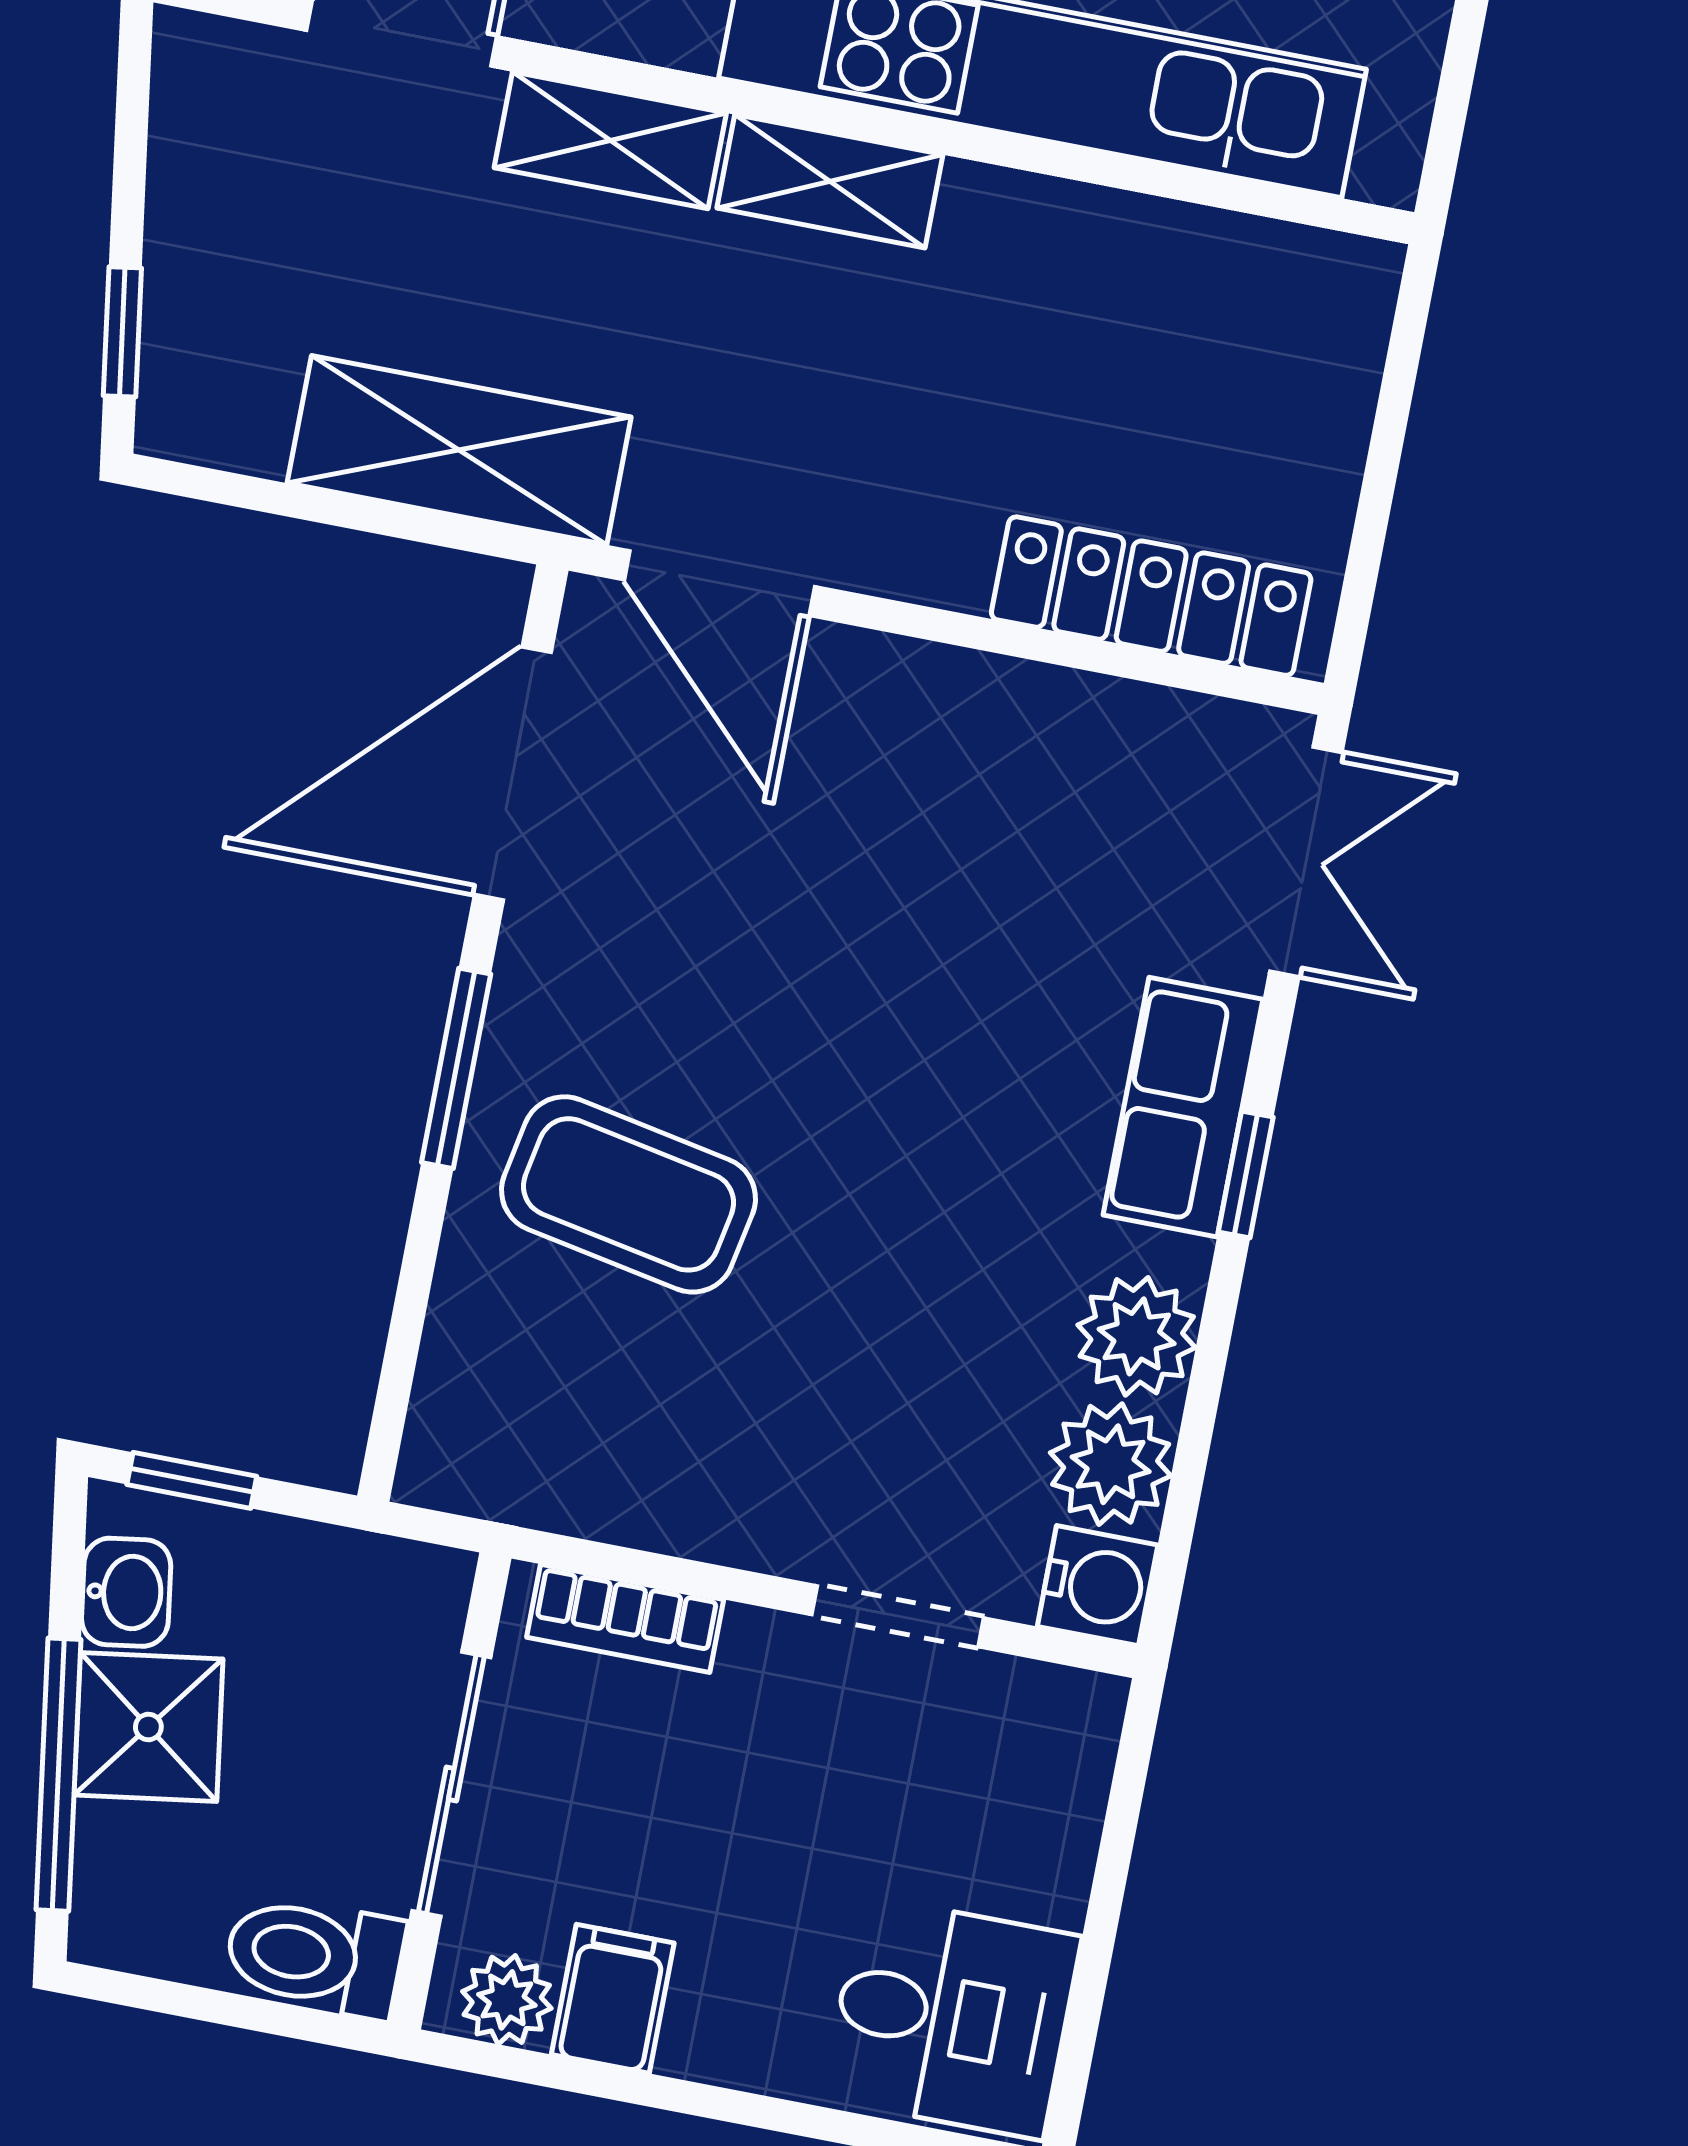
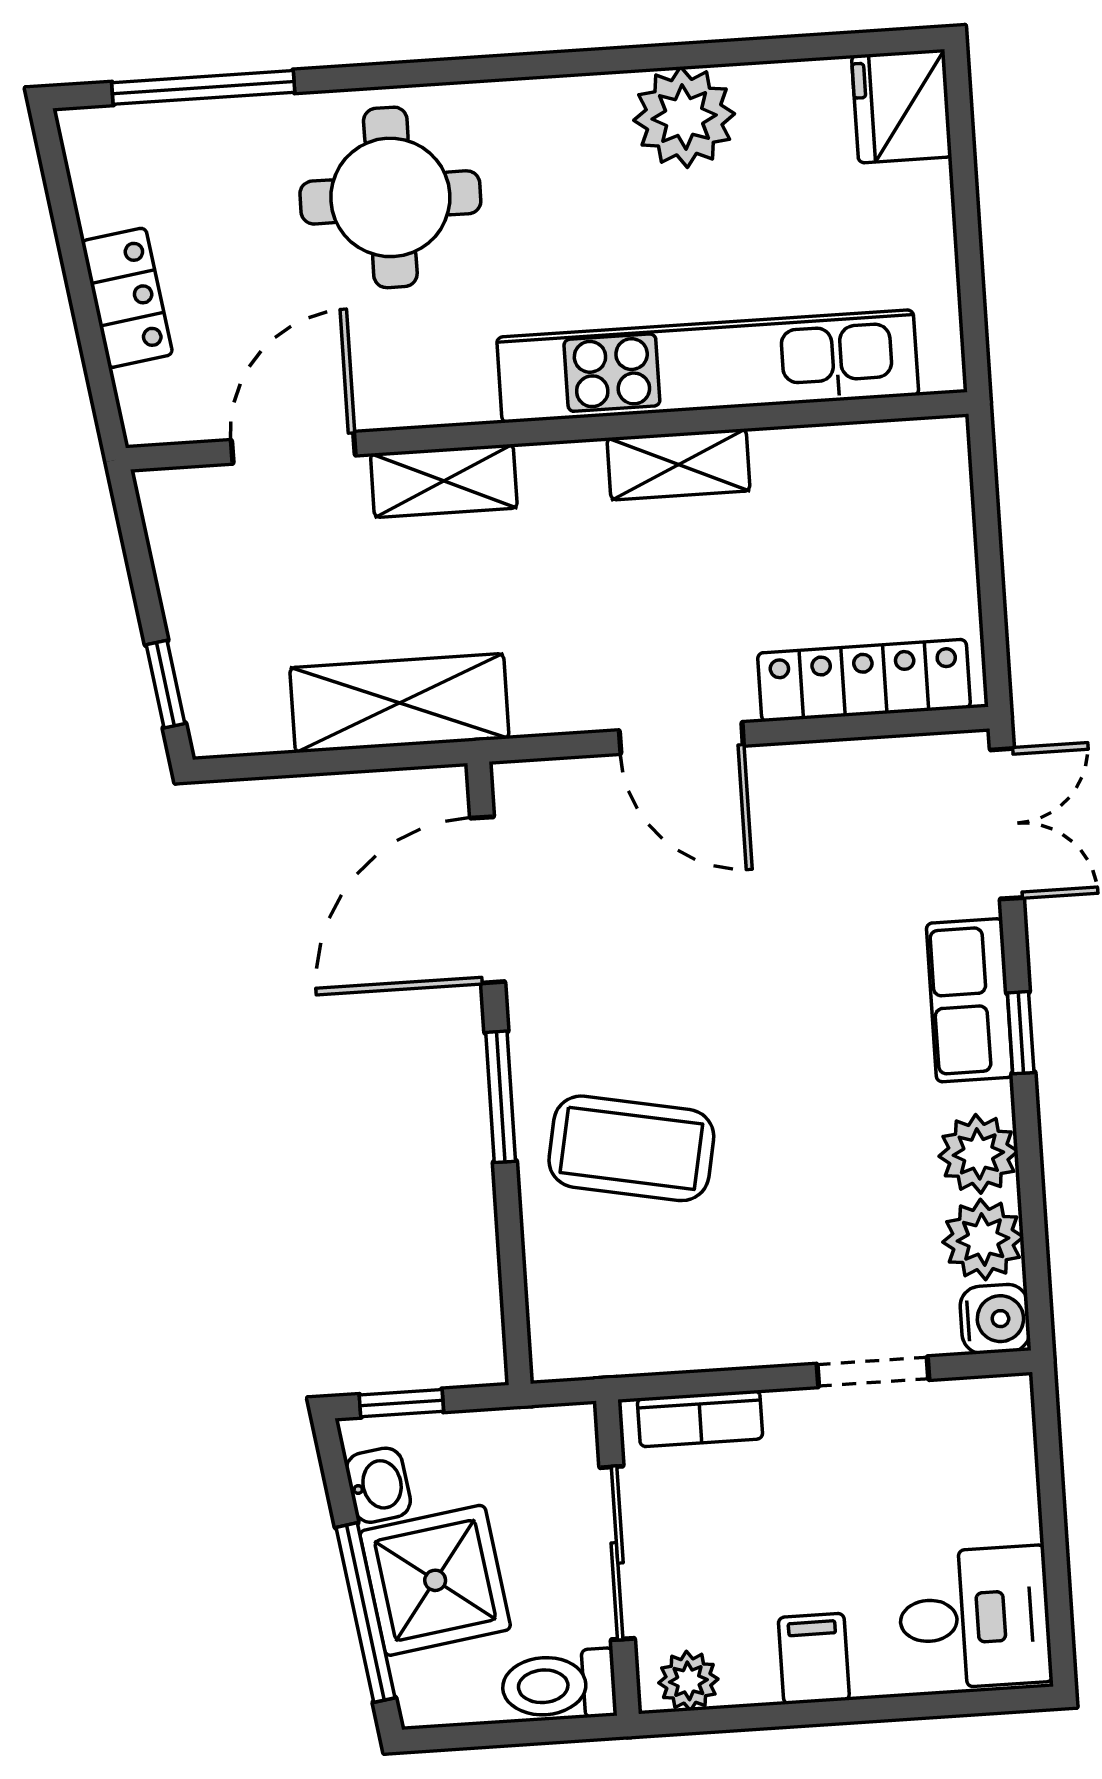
shelving: (830, 181) -> (678, 464), moved
door: (719, 583) -> (681, 738), moved
shower: (148, 1727) -> (435, 1580), width x1.36, depth x1.36
filing cabinet: (613, 1999) -> (814, 1659), moved

